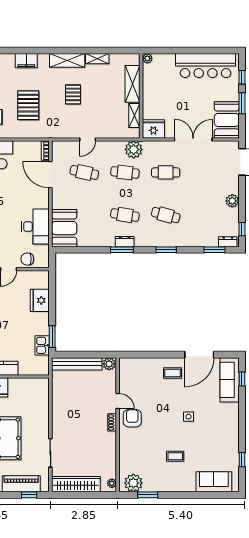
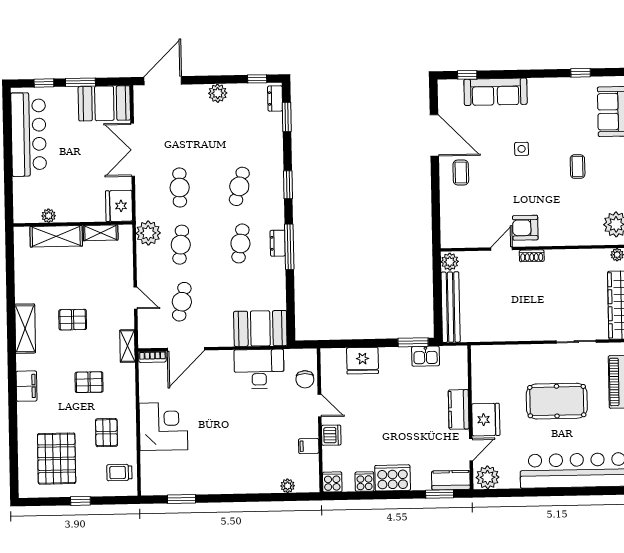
plant: (147, 58) -> (49, 216), moved
shelving: (97, 59) -> (127, 346), moved
pallet: (28, 105) -> (89, 382), width x0.67, depth x0.71
window: (122, 250) -> (289, 247), width x1.44
sofa: (230, 380) -> (496, 92), moved

